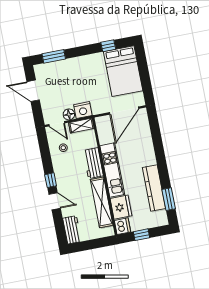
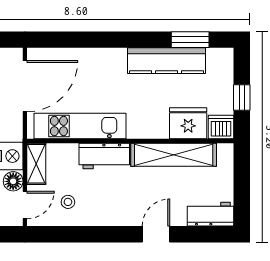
door: (124, 111) -> (25, 86), hinge flipped
kitchen unit: (112, 170) -> (80, 126), moved
window: (51, 180) -> (119, 234), removed

